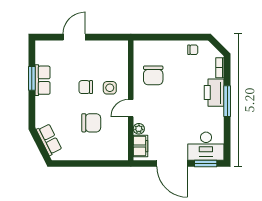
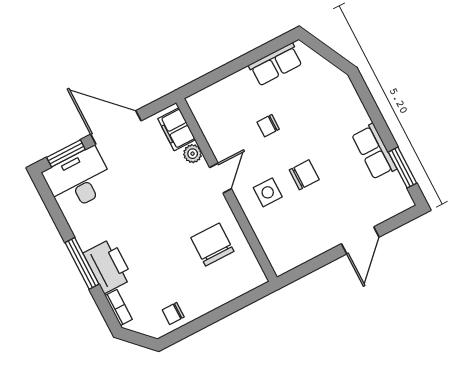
window: (32, 78) -> (403, 168), moved
chair: (91, 123) -> (268, 126), width x0.54, depth x0.54
row of seats: (49, 140) -> (276, 64), moved, turned -63

